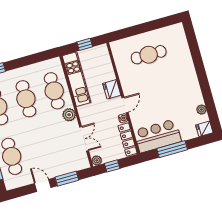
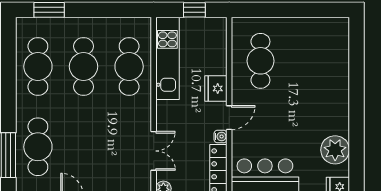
cafe table: (149, 55) -> (260, 61), moved, turned 90
plant: (201, 109) -> (335, 150), width x1.88, depth x1.88
plant: (69, 115) -> (141, 109), removed

